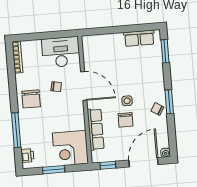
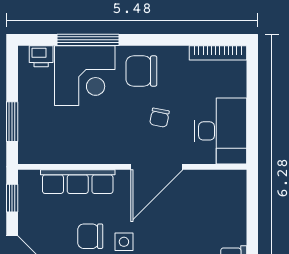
corner desk: (70, 148) -> (85, 76), moved, turned 180
window: (54, 170) -> (12, 122), moved

